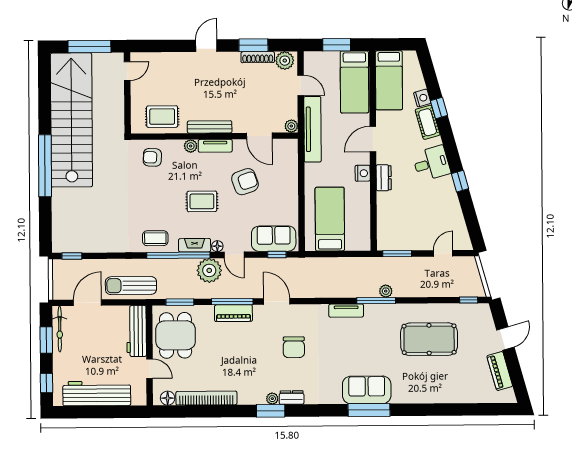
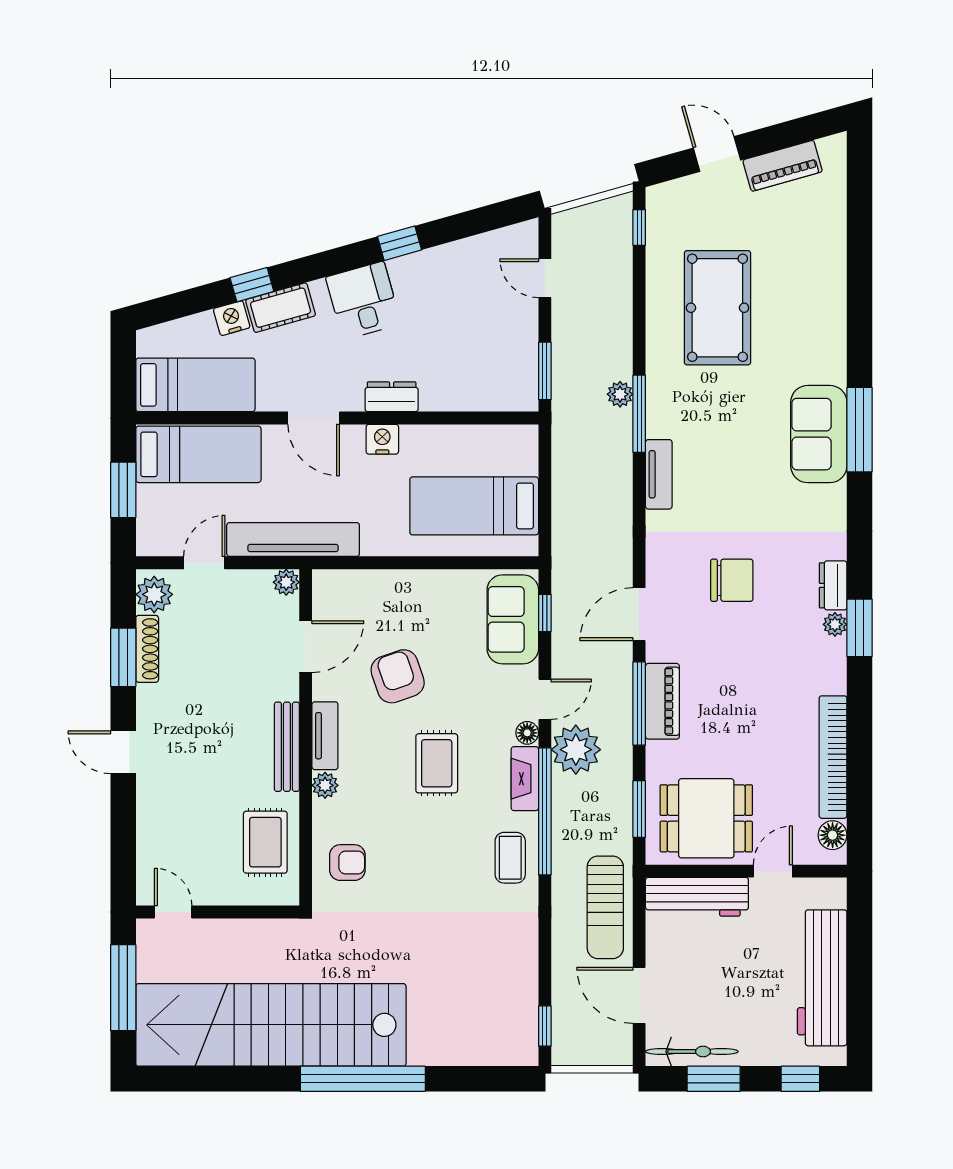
armchair: (152, 157) -> (347, 863), turned -93

